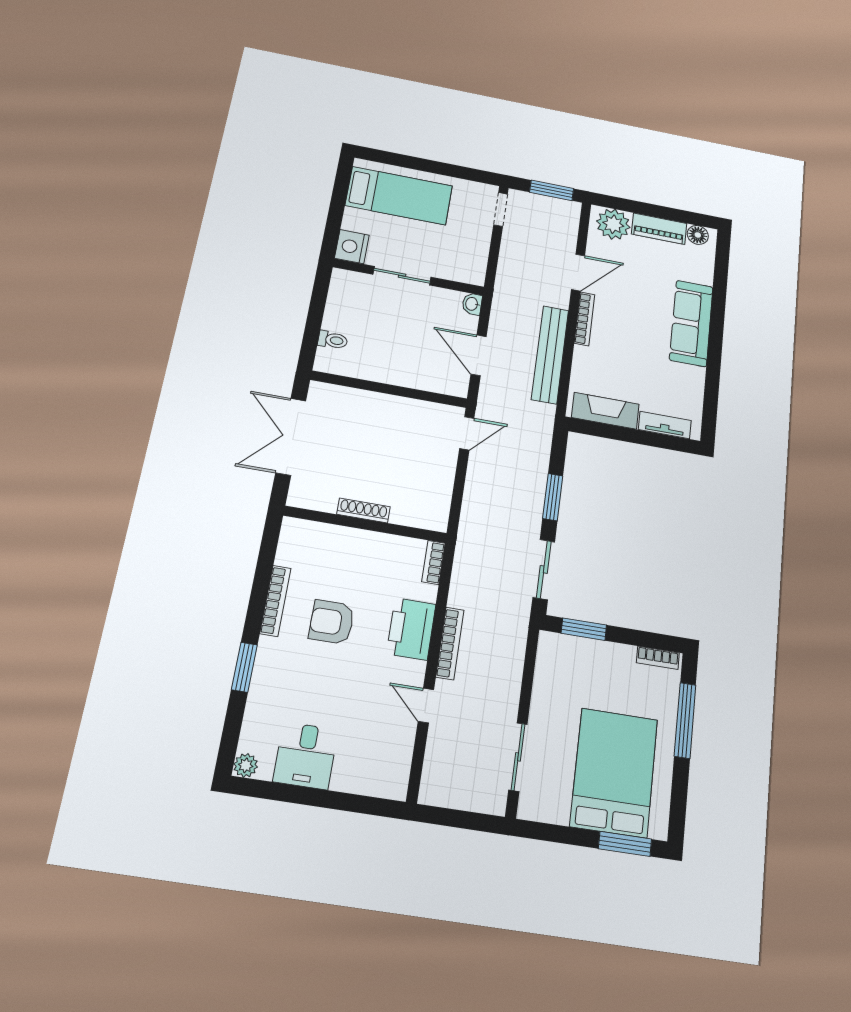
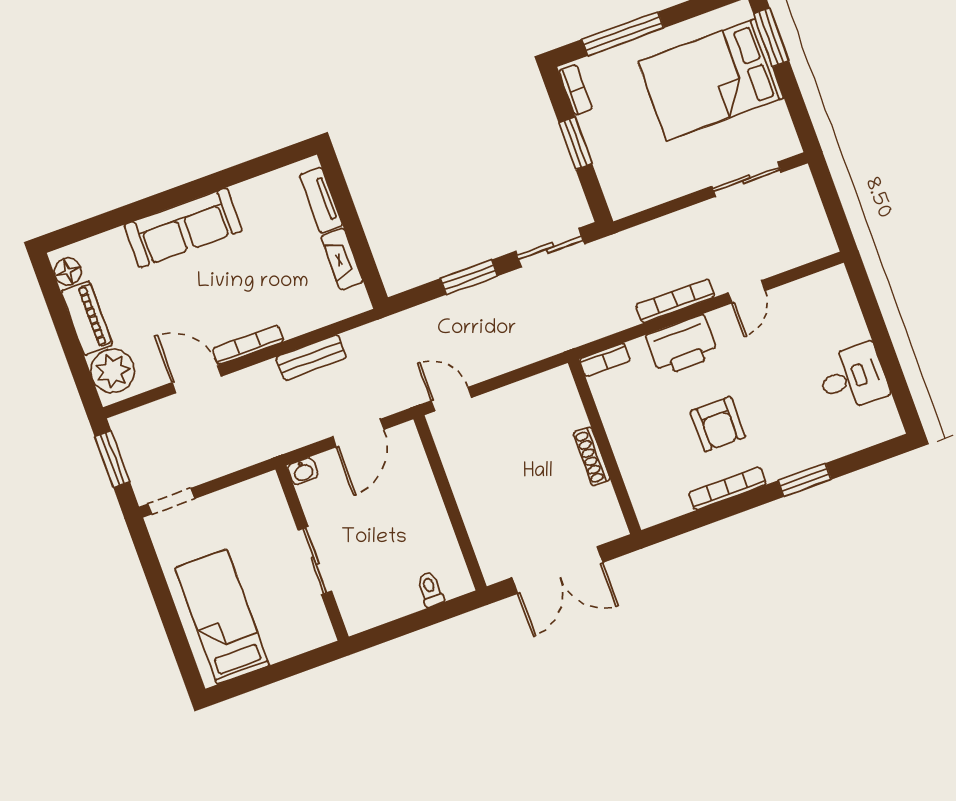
nightstand: (352, 247) -> (313, 631), removed
bench: (550, 355) -> (311, 357), width x0.54, depth x0.82
fireplace: (605, 411) -> (342, 259), width x0.73, depth x0.76
window: (584, 629) -> (575, 143), moved
plant: (246, 765) -> (890, 426), removed

